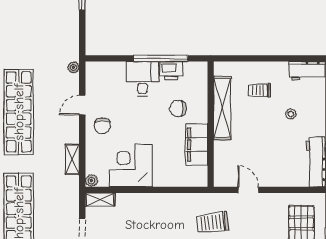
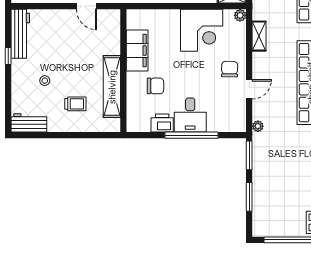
window: (82, 38) -> (249, 155), added
window: (161, 58) -> (191, 135), moved

